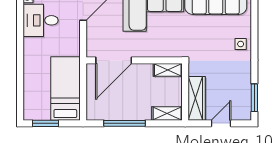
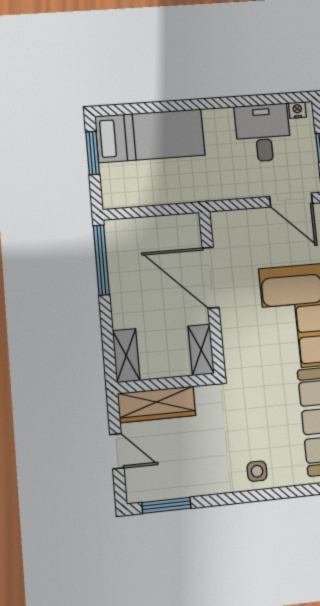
door: (114, 60) -> (211, 278), moved
bed: (65, 88) -> (150, 136), moved
window: (124, 123) -> (101, 260), moved

